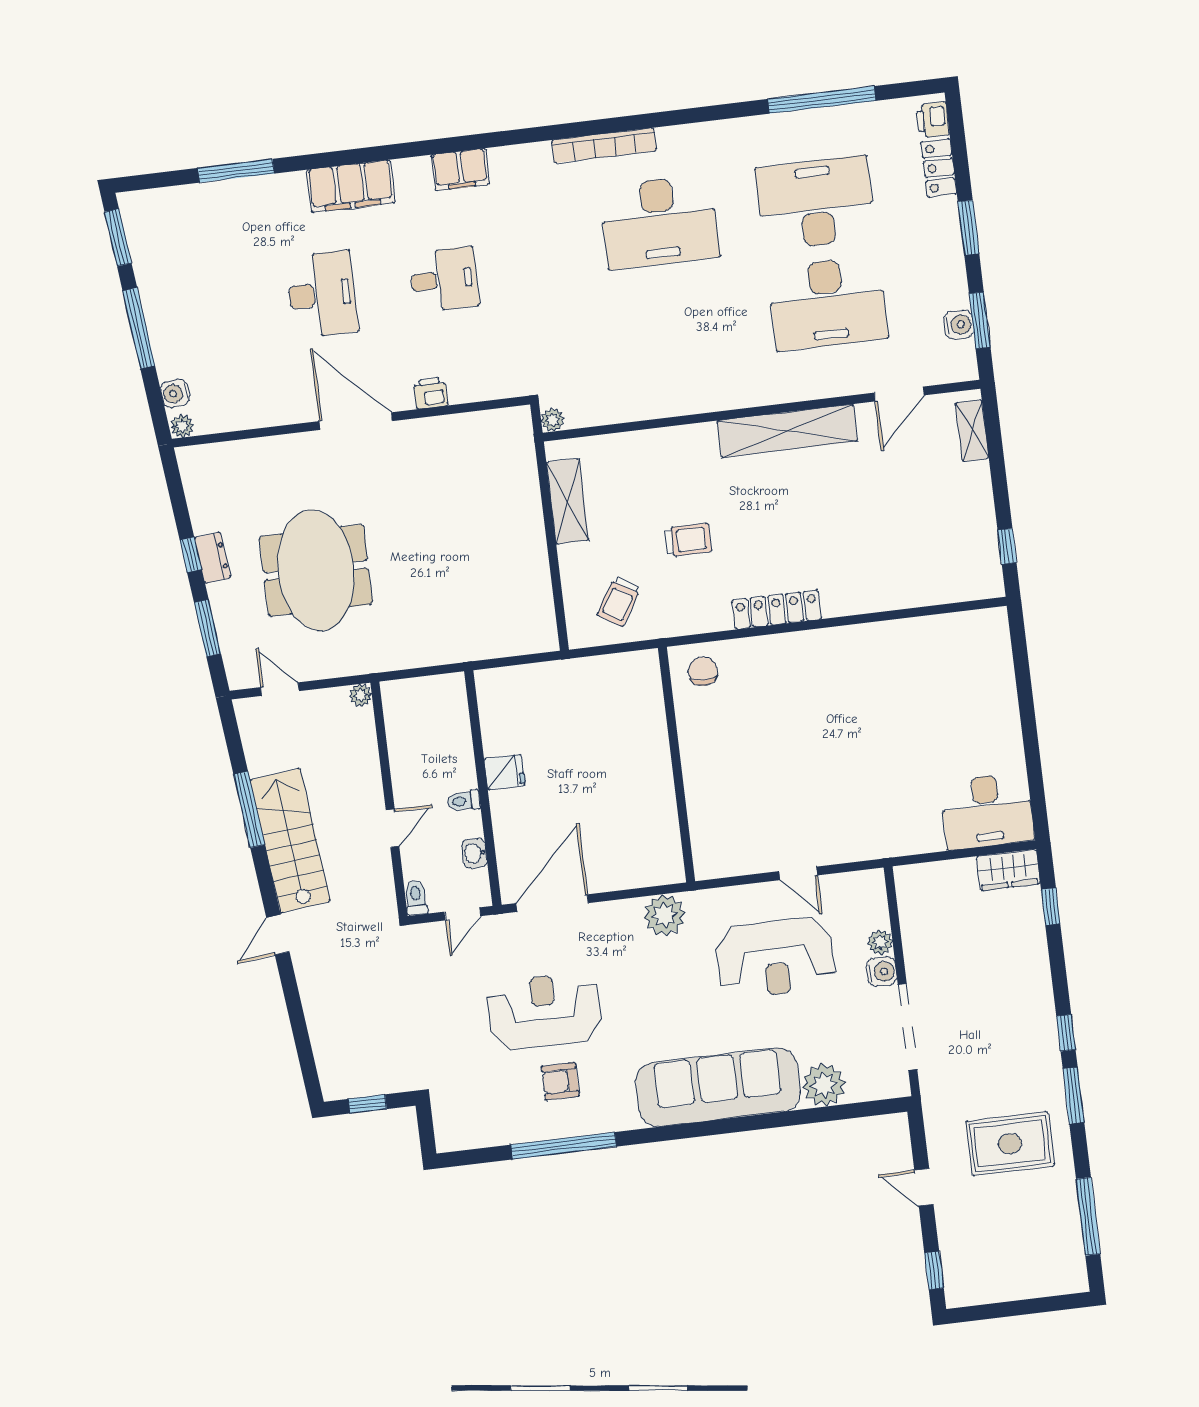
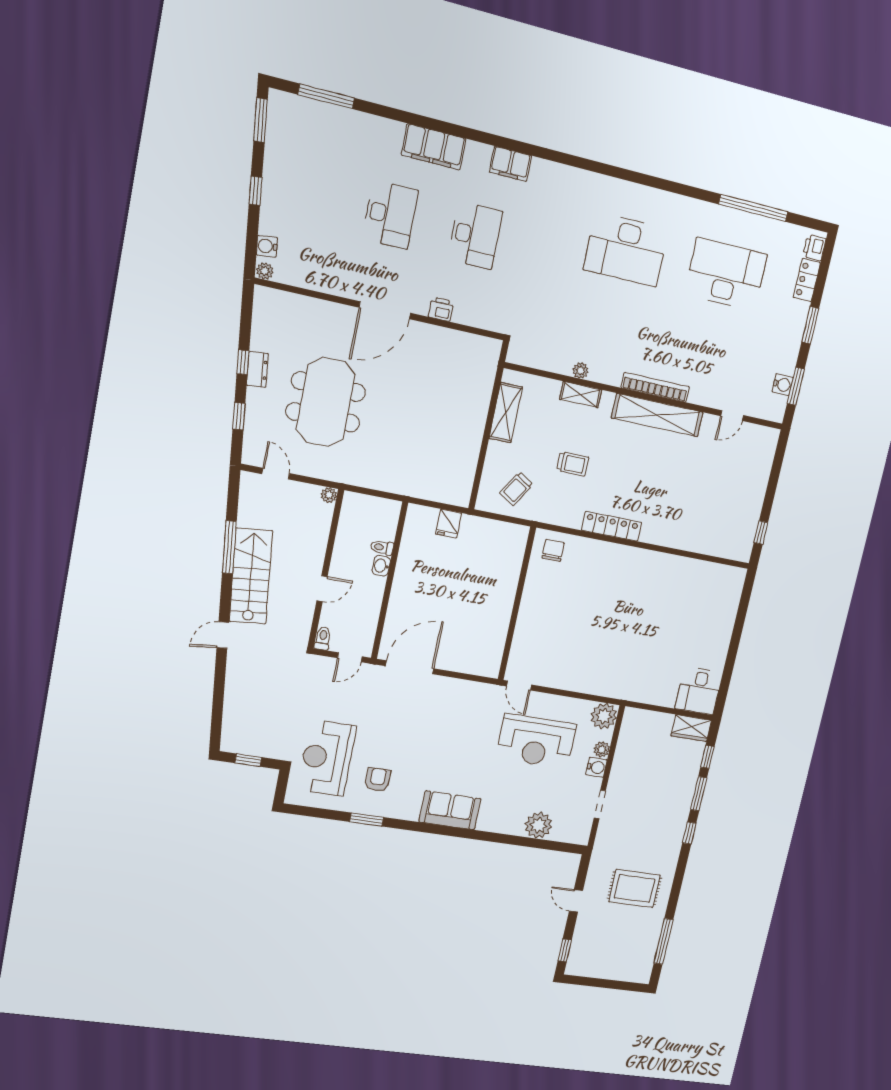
bookcase: (604, 145) -> (655, 387), moved, turned 180
window: (236, 171) -> (326, 96), moved
desk: (444, 279) -> (475, 235), width x1.37
desk: (828, 303) -> (710, 342), removed
window: (139, 328) -> (255, 191), width x0.46
door: (899, 394) -> (732, 416), width x0.73
plant: (553, 420) -> (581, 371), moved
door: (356, 421) -> (385, 310), swing flipped
shelving: (972, 431) -> (581, 395), moved, turned 90
window: (208, 628) -> (239, 416), width x0.67
fridge: (504, 772) -> (449, 524), moved, turned 90
toilet: (464, 801) -> (382, 547), moved
desk: (987, 811) -> (699, 691), width x0.73
washbasin: (474, 853) -> (381, 566), moved
door: (798, 873) -> (519, 686), moved
plant: (664, 915) -> (604, 716), moved
reception desk: (544, 1011) -> (327, 758), moved, turned -90
doorway: (908, 1027) -> (600, 804), width x0.53
armchair: (560, 1081) -> (378, 780), turned 90
sofa: (718, 1087) -> (450, 810), width x0.54, depth x0.79
window: (1073, 1095) -> (699, 794), moved
window: (564, 1146) -> (367, 820), width x0.47

